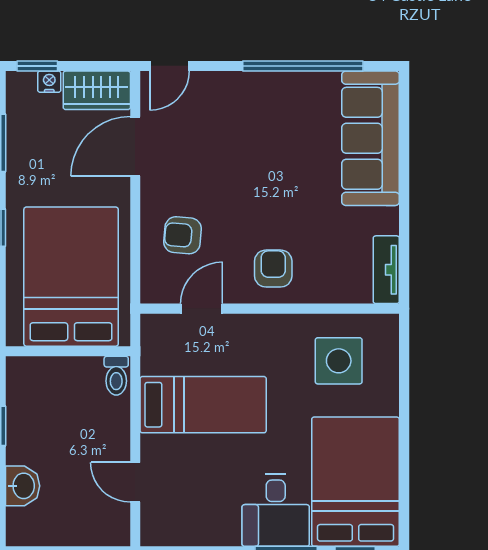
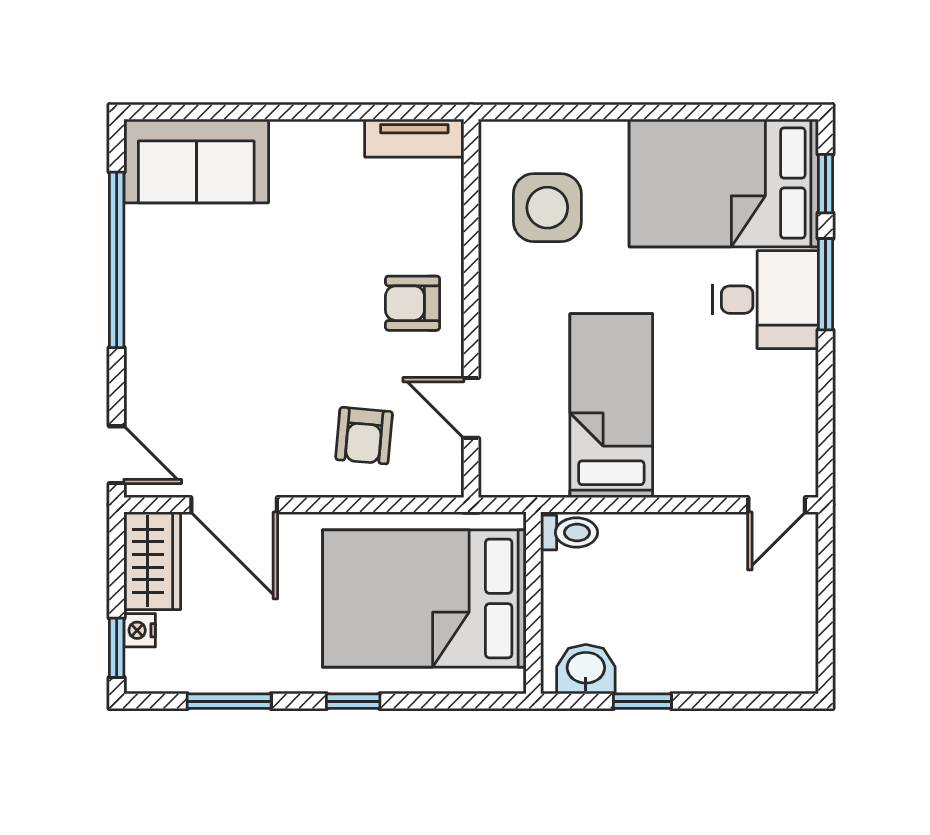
sofa: (371, 138) -> (196, 161), width x0.73
door: (135, 482) -> (777, 505), moved
washbasin: (23, 486) -> (586, 669), moved

